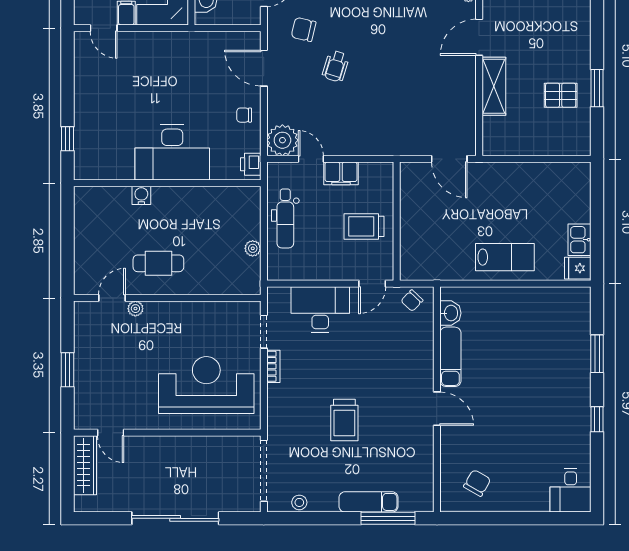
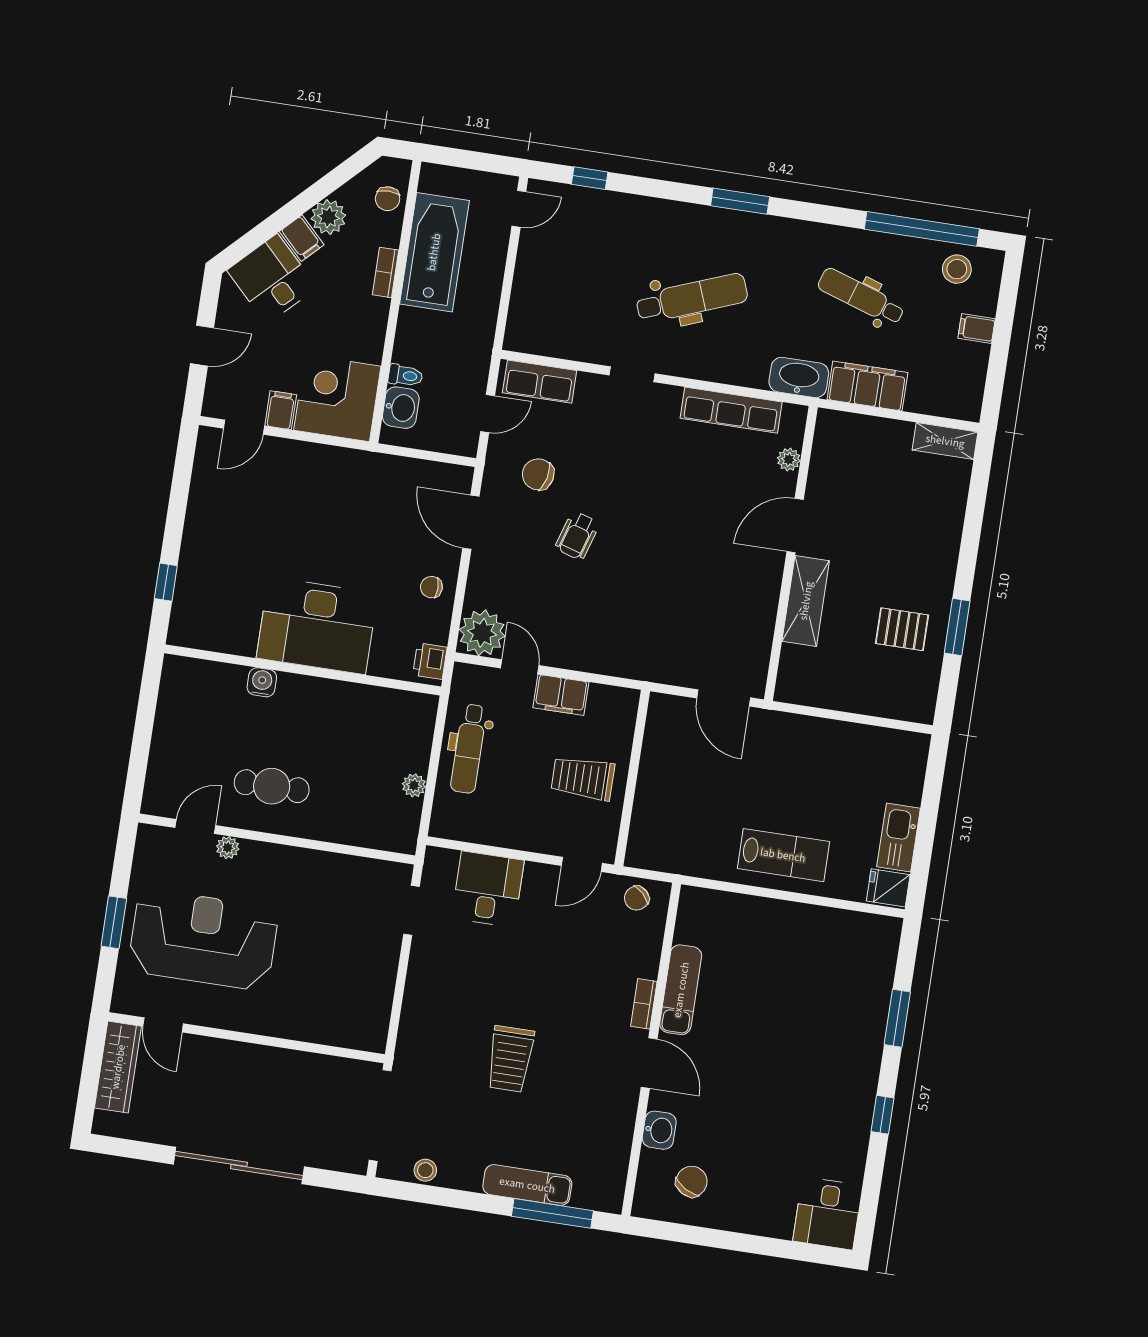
door: (104, 28) -> (244, 427), hinge flipped
kitchen sink: (579, 240) -> (899, 838), width x1.38
desk: (320, 310) -> (488, 889), width x0.73
washbasin: (450, 313) -> (659, 1130), moved
bookcase: (273, 366) -> (644, 1004), moved, turned 180
reception desk: (206, 385) -> (203, 940), moved

